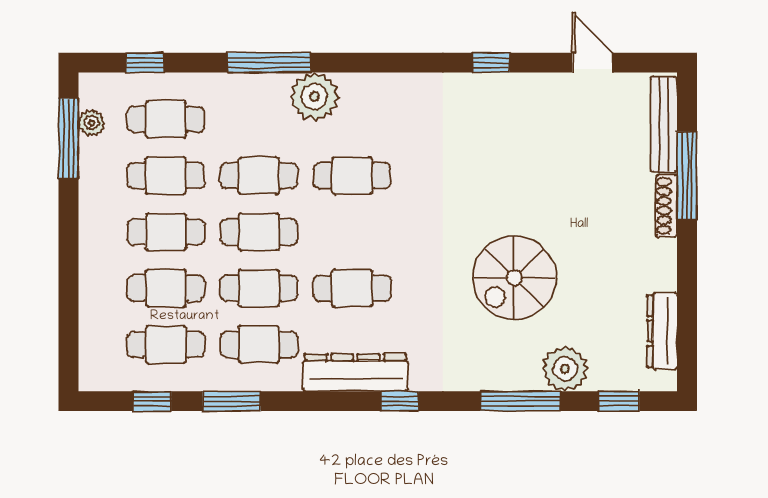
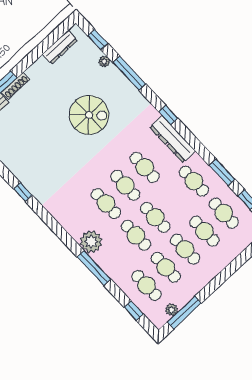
cafe table: (259, 288) -> (125, 185), moved
plant: (565, 369) -> (104, 61), width x0.53, depth x0.53

